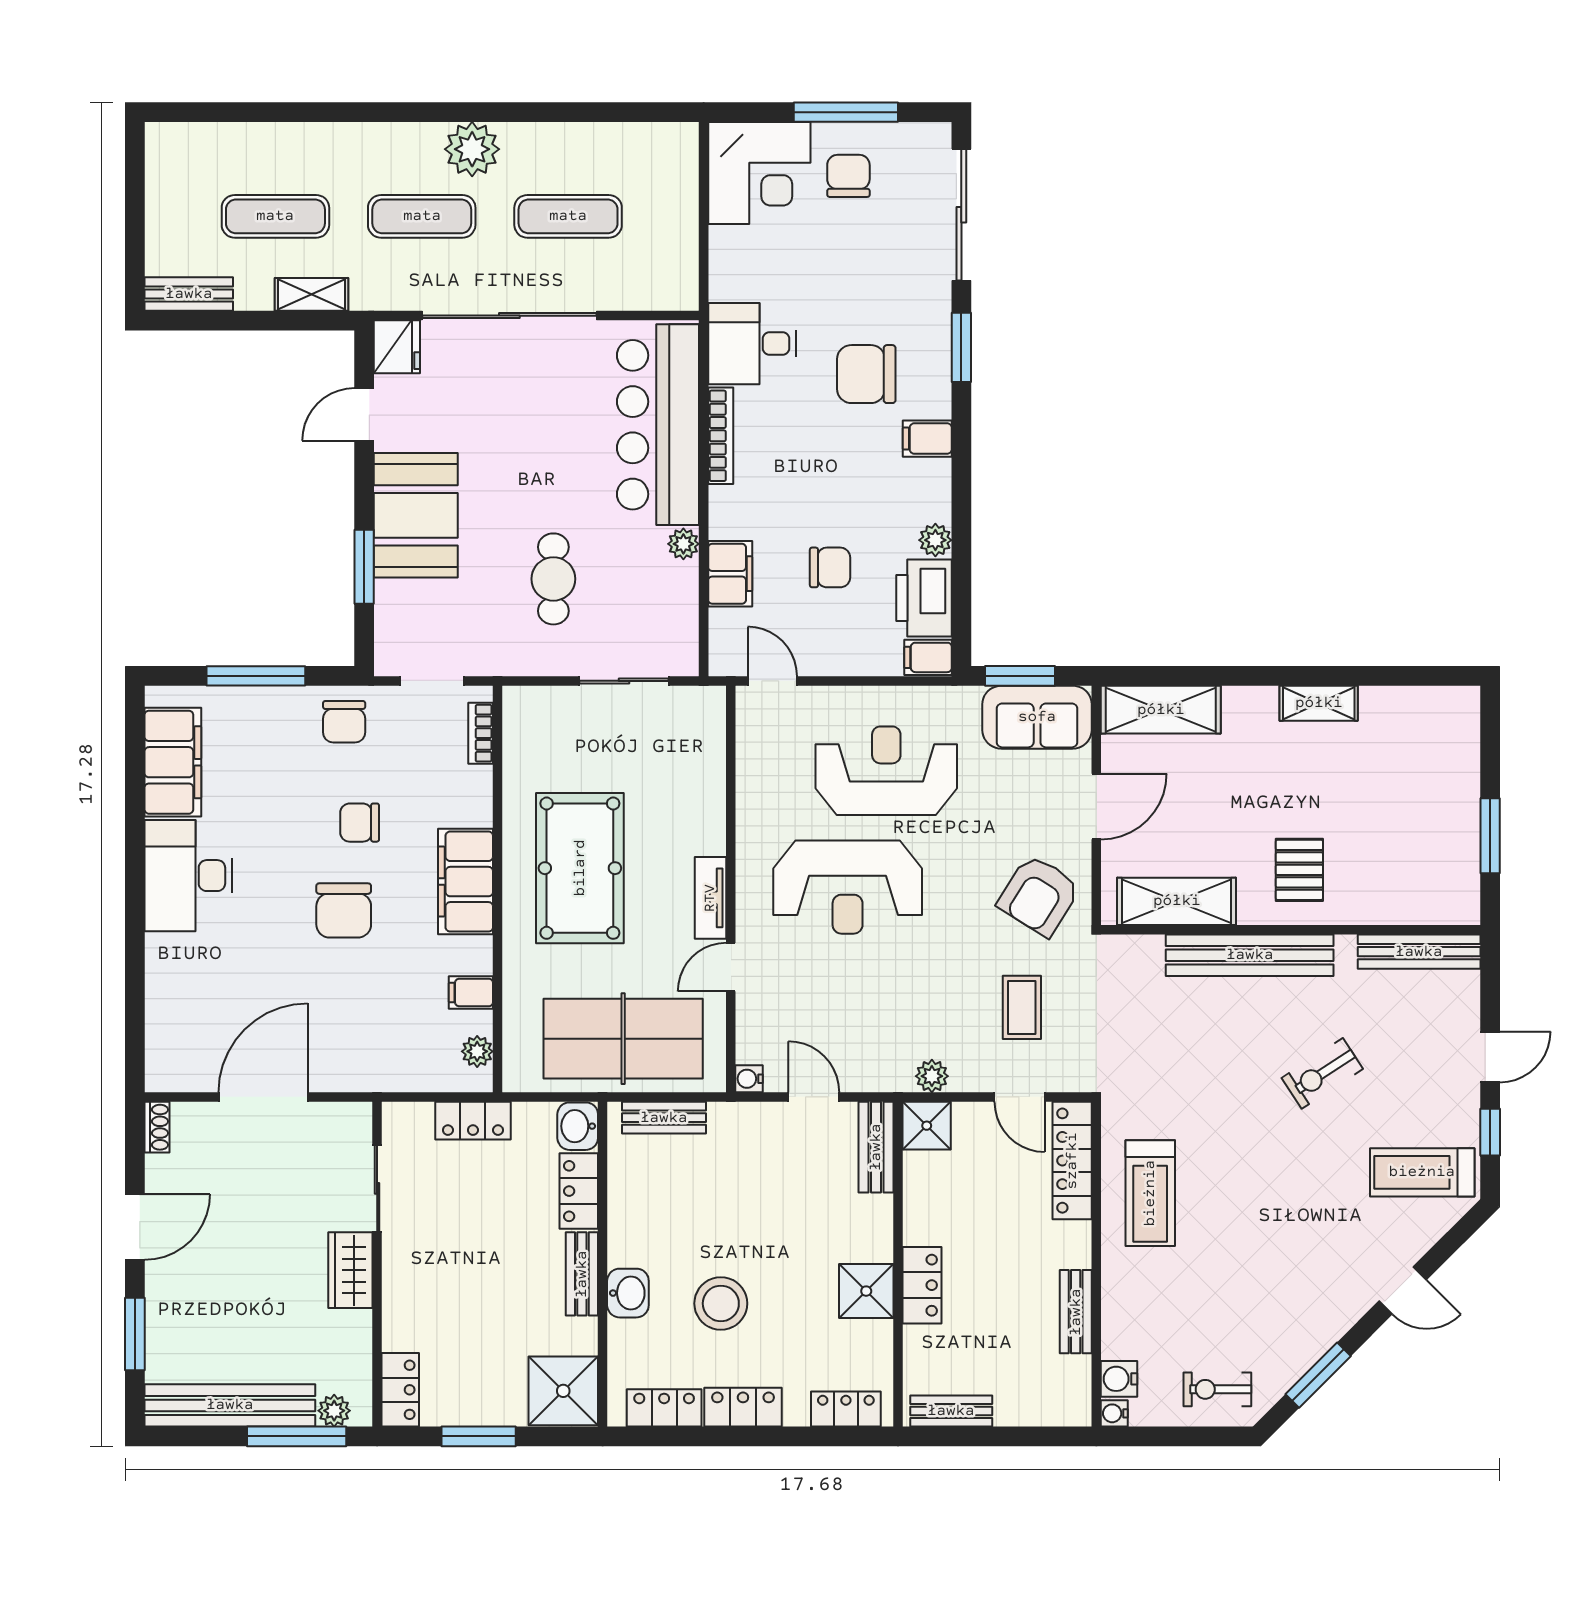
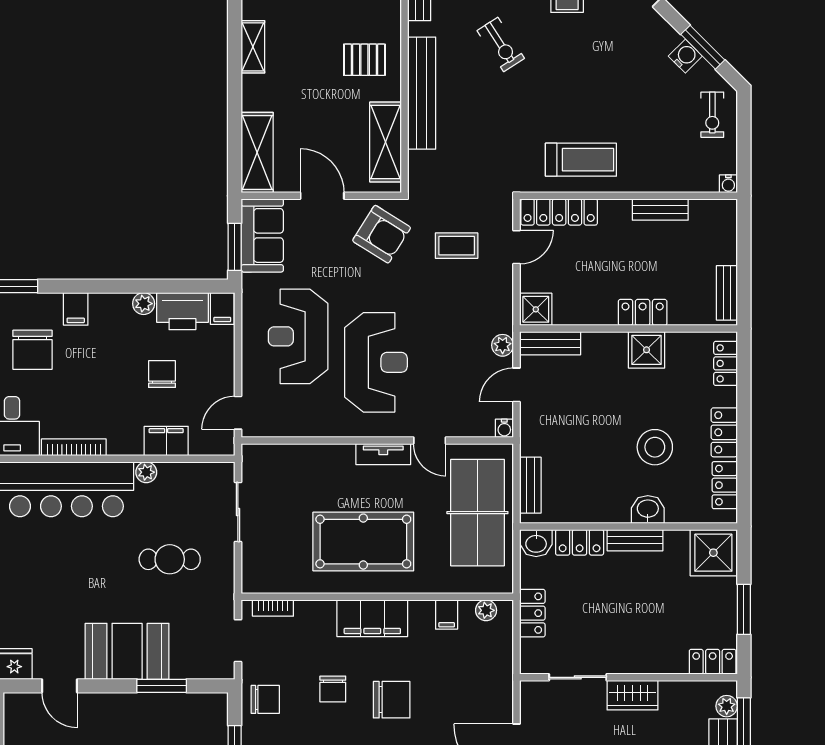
plant: (932, 1076) -> (503, 345), moved
water cooler: (1119, 1379) -> (685, 56), moved, turned -135

